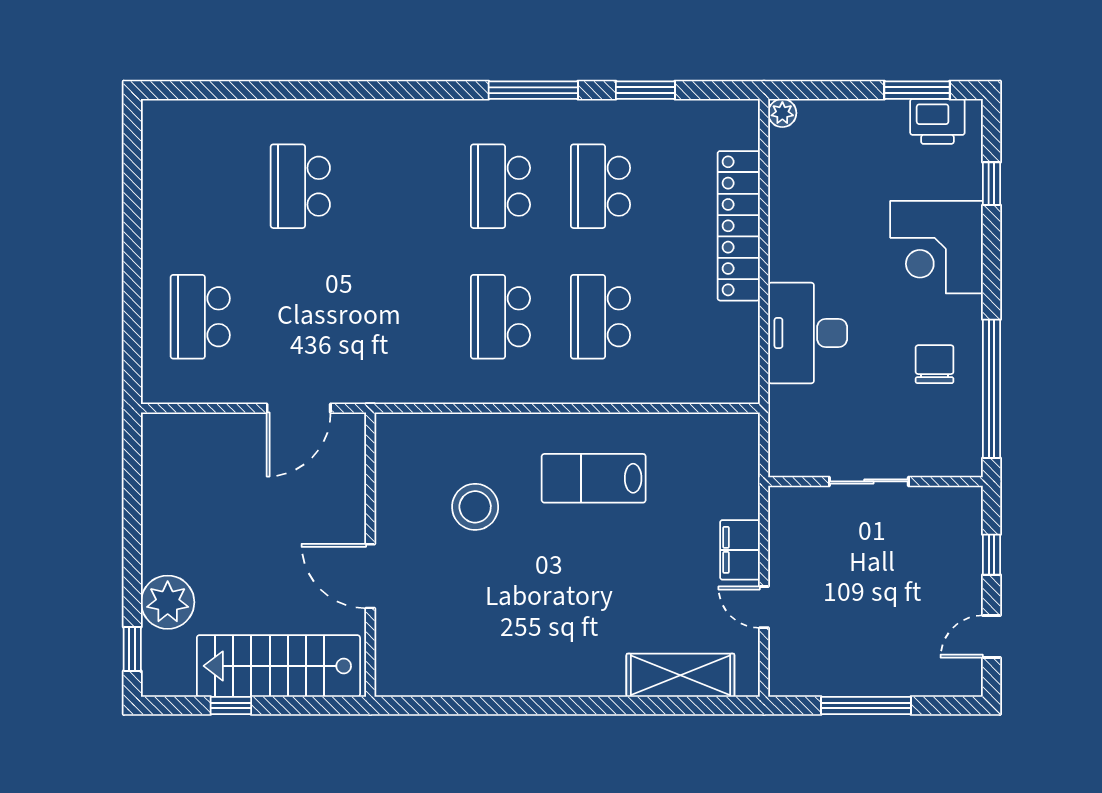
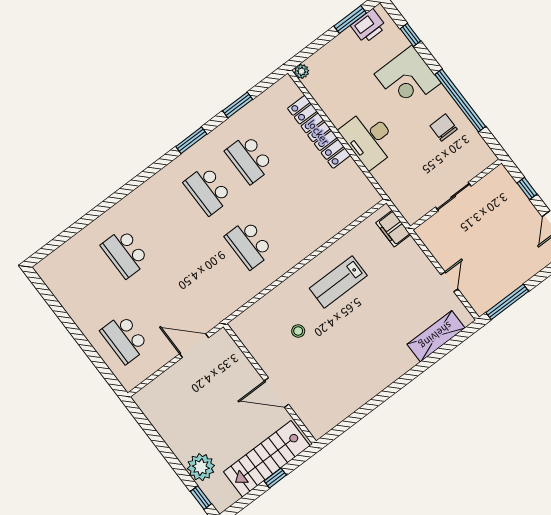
window: (533, 90) -> (191, 140), width x0.69
school desk: (600, 317) -> (290, 213), removed
desk: (808, 333) -> (369, 139), moved
window: (991, 389) -> (460, 101), moved
door: (299, 408) -> (194, 346), swing flipped
stool: (475, 507) -> (298, 331), width x0.53, depth x0.53
filing cabinet: (740, 550) -> (393, 229), moved
door: (764, 607) -> (449, 282), swing flipped
window: (231, 705) -> (275, 478), moved
window: (866, 705) -> (507, 302), moved

